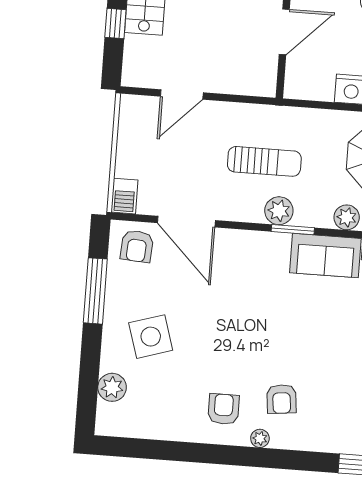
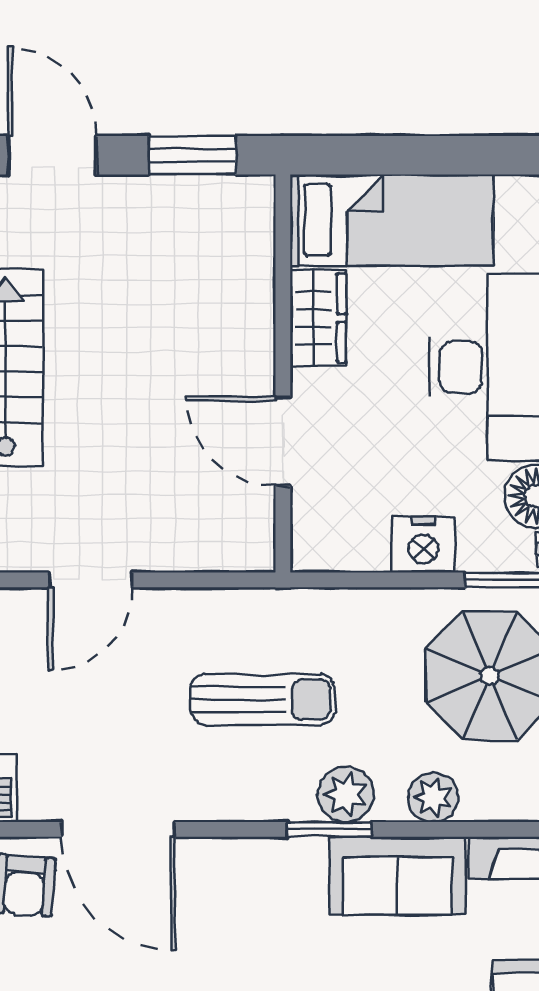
door: (284, 32) -> (283, 441), swing flipped
plant: (279, 211) -> (346, 794), moved

